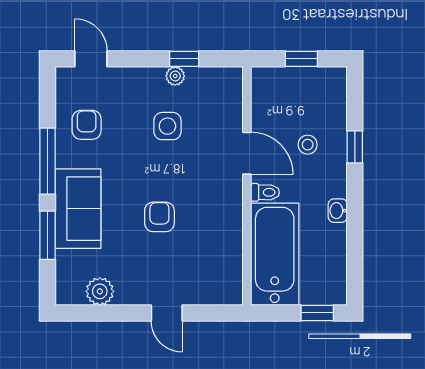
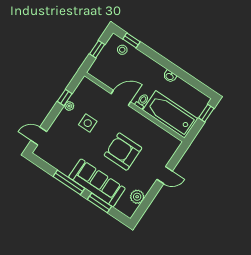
armchair: (87, 125) -> (65, 156), removed
stool: (308, 145) -> (122, 50), moved
window: (355, 147) -> (131, 40), moved
sofa: (78, 209) -> (97, 183), width x1.36
armchair: (159, 217) -> (123, 152), width x1.88, depth x1.88

